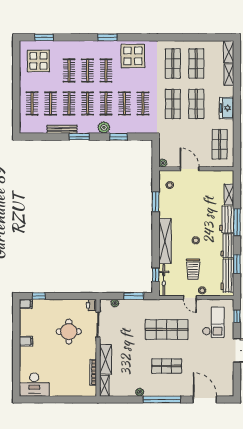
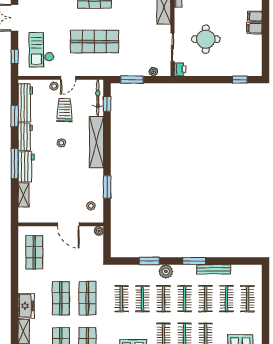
freezer: (227, 108) -> (26, 306), moved
door: (190, 298) -> (68, 78), swing flipped
filing cabinet: (26, 304) -> (255, 16), moved

